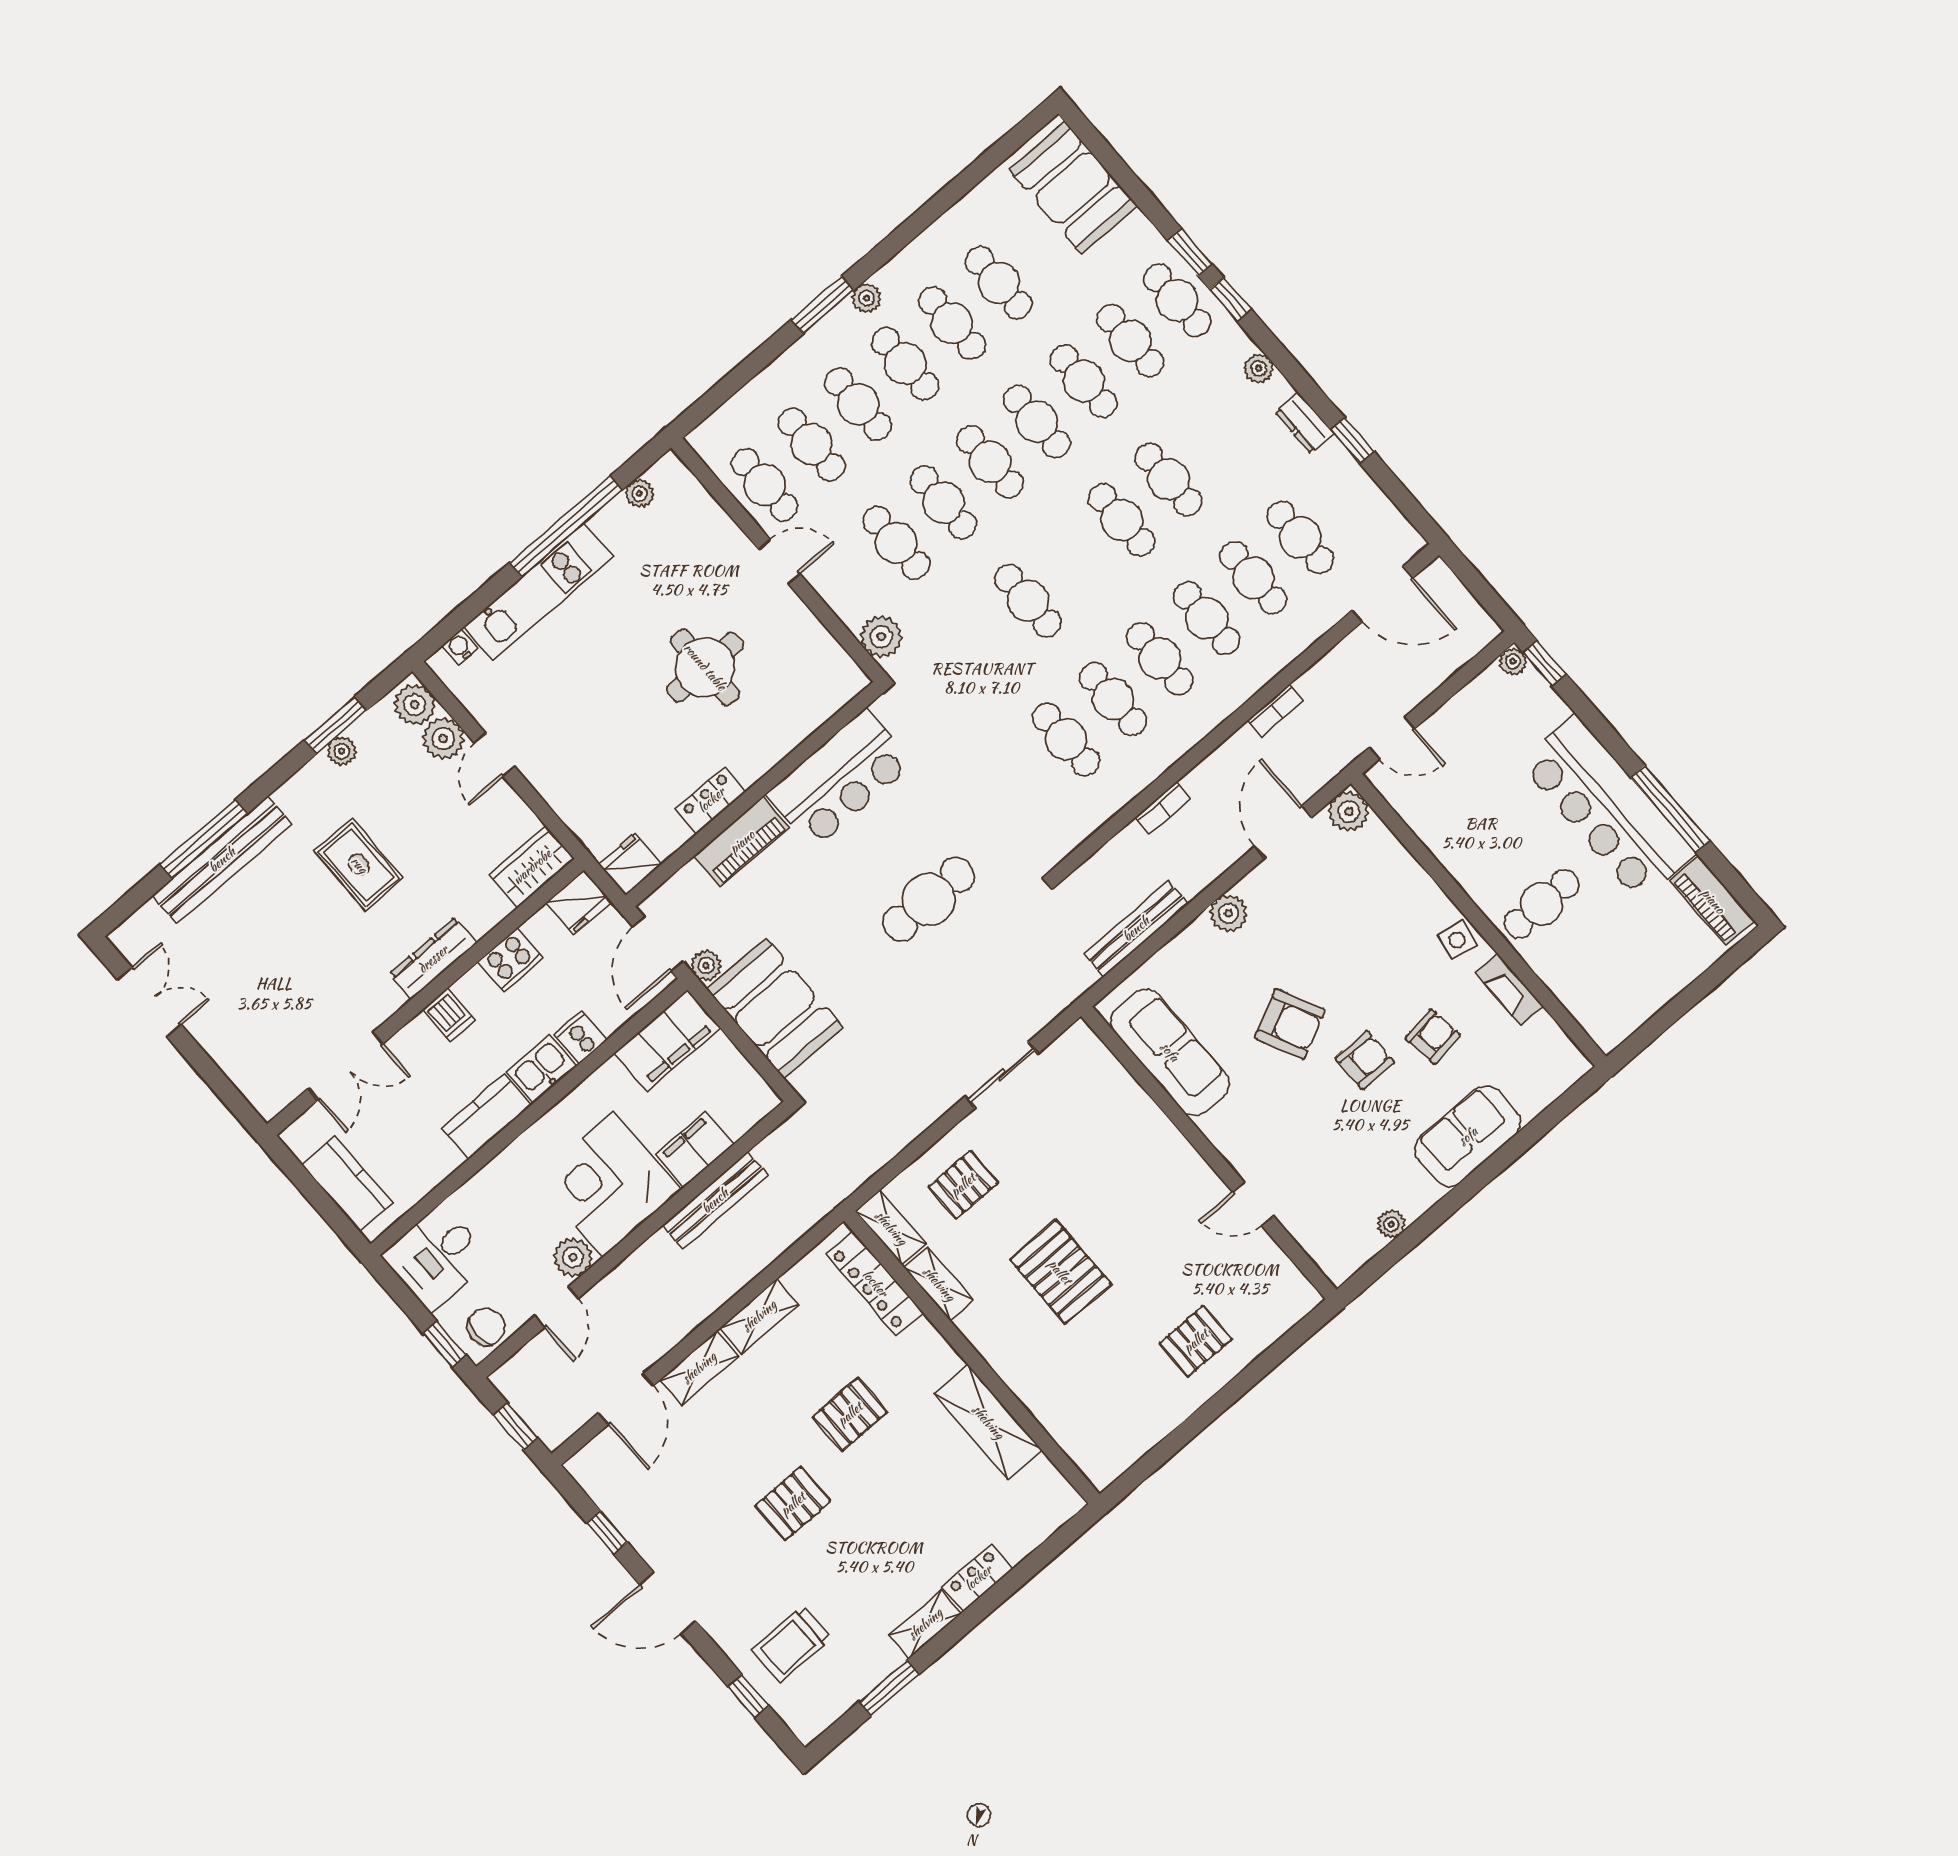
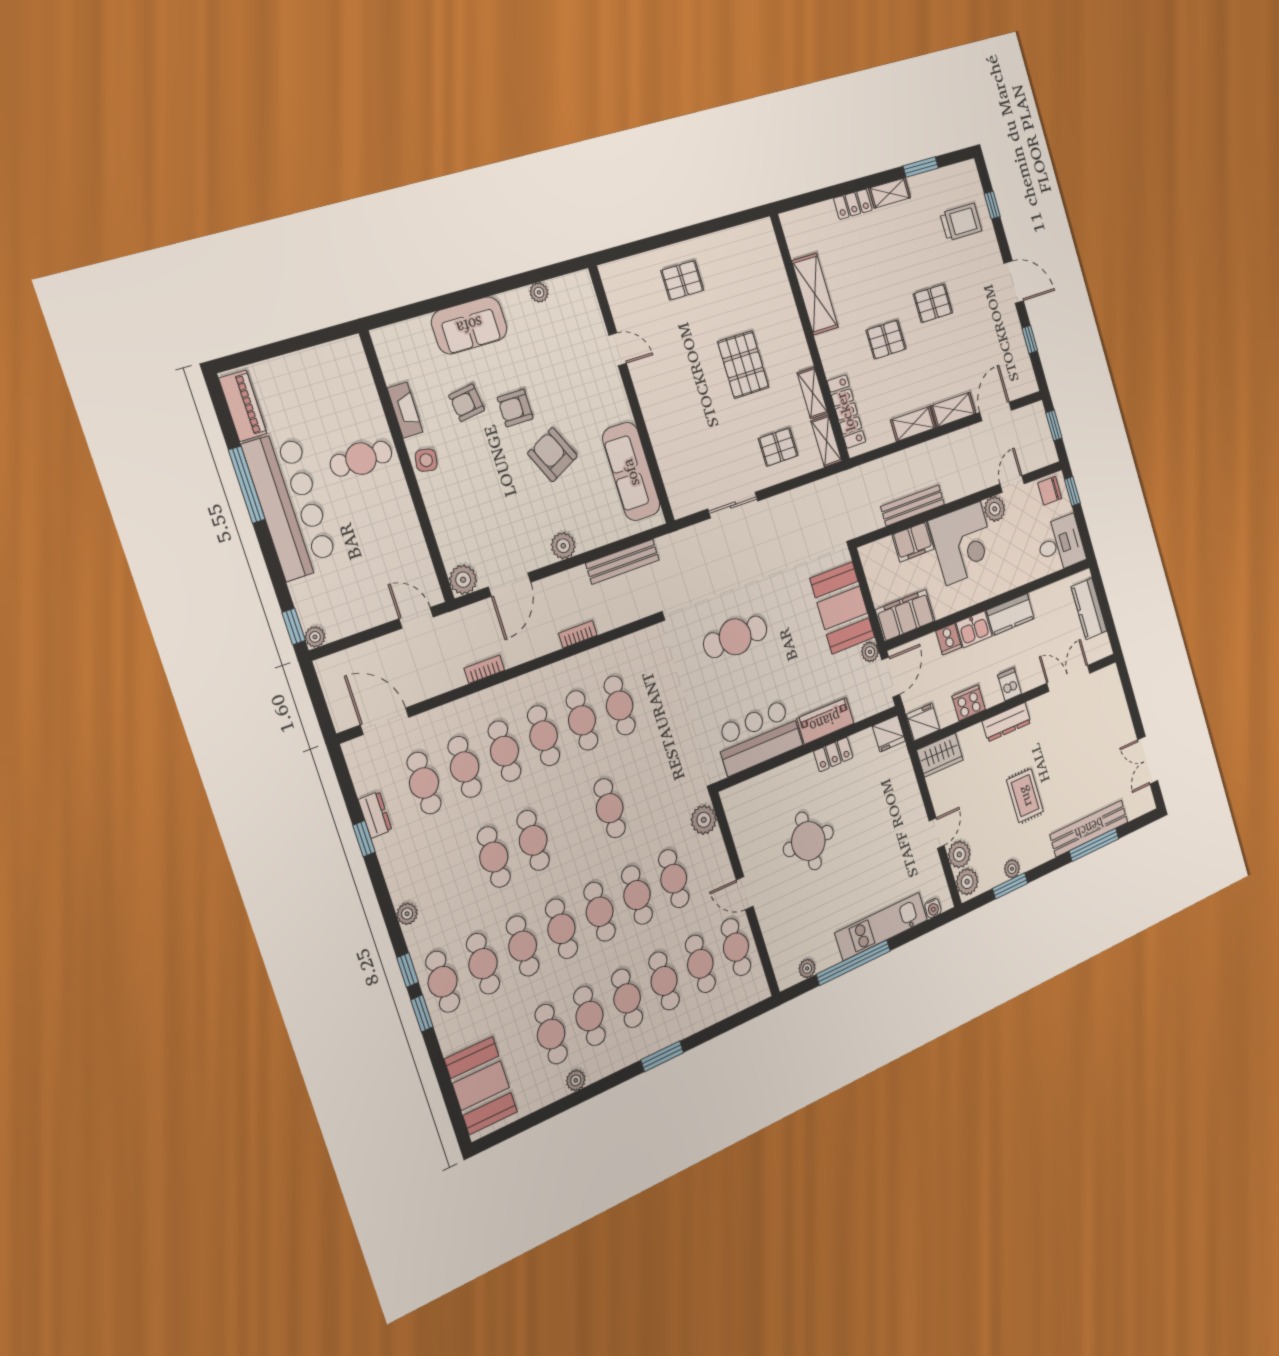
plant: (867, 298) -> (576, 1080), moved
dresser: (1305, 423) -> (375, 815), moved

